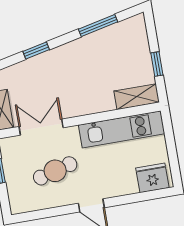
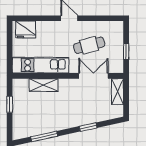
shelving: (137, 97) -> (44, 85), moved
double door: (41, 127) -> (93, 76), swing flipped

